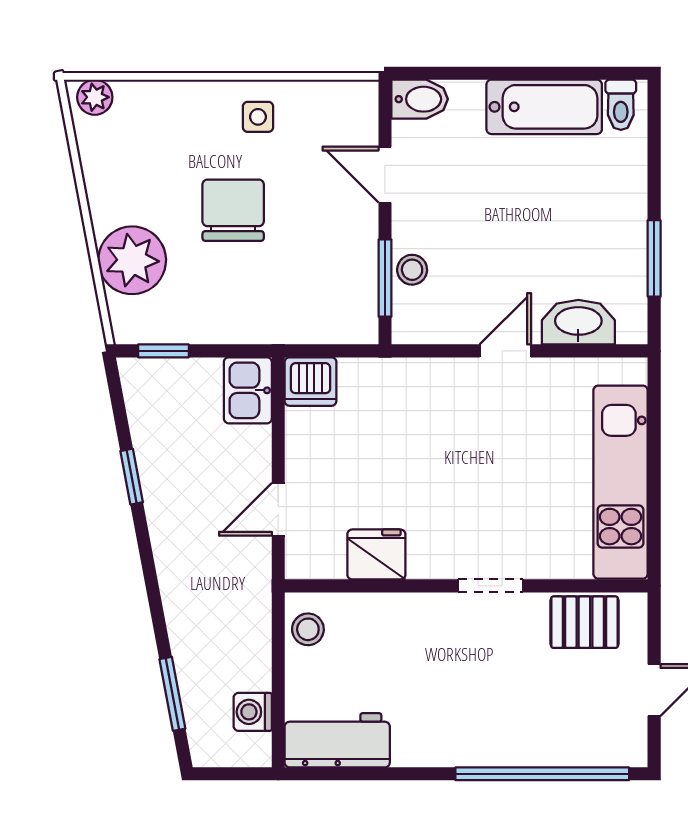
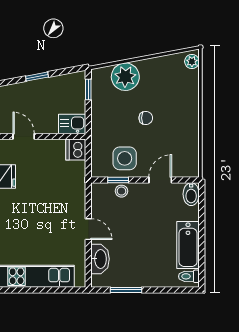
side table: (258, 117) -> (125, 158), moved, width x1.87, depth x1.87
chair: (233, 210) -> (146, 118), width x0.54, depth x0.54
window: (385, 278) -> (118, 180), width x0.67

